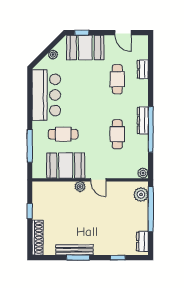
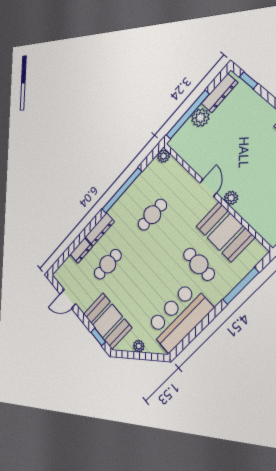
door: (123, 33) -> (68, 299), swing flipped
dresser: (143, 120) -> (100, 229), moved
plant: (141, 194) -> (200, 118), moved
dresser: (142, 241) -> (220, 93), width x1.44
window: (118, 258) -> (249, 80), moved

